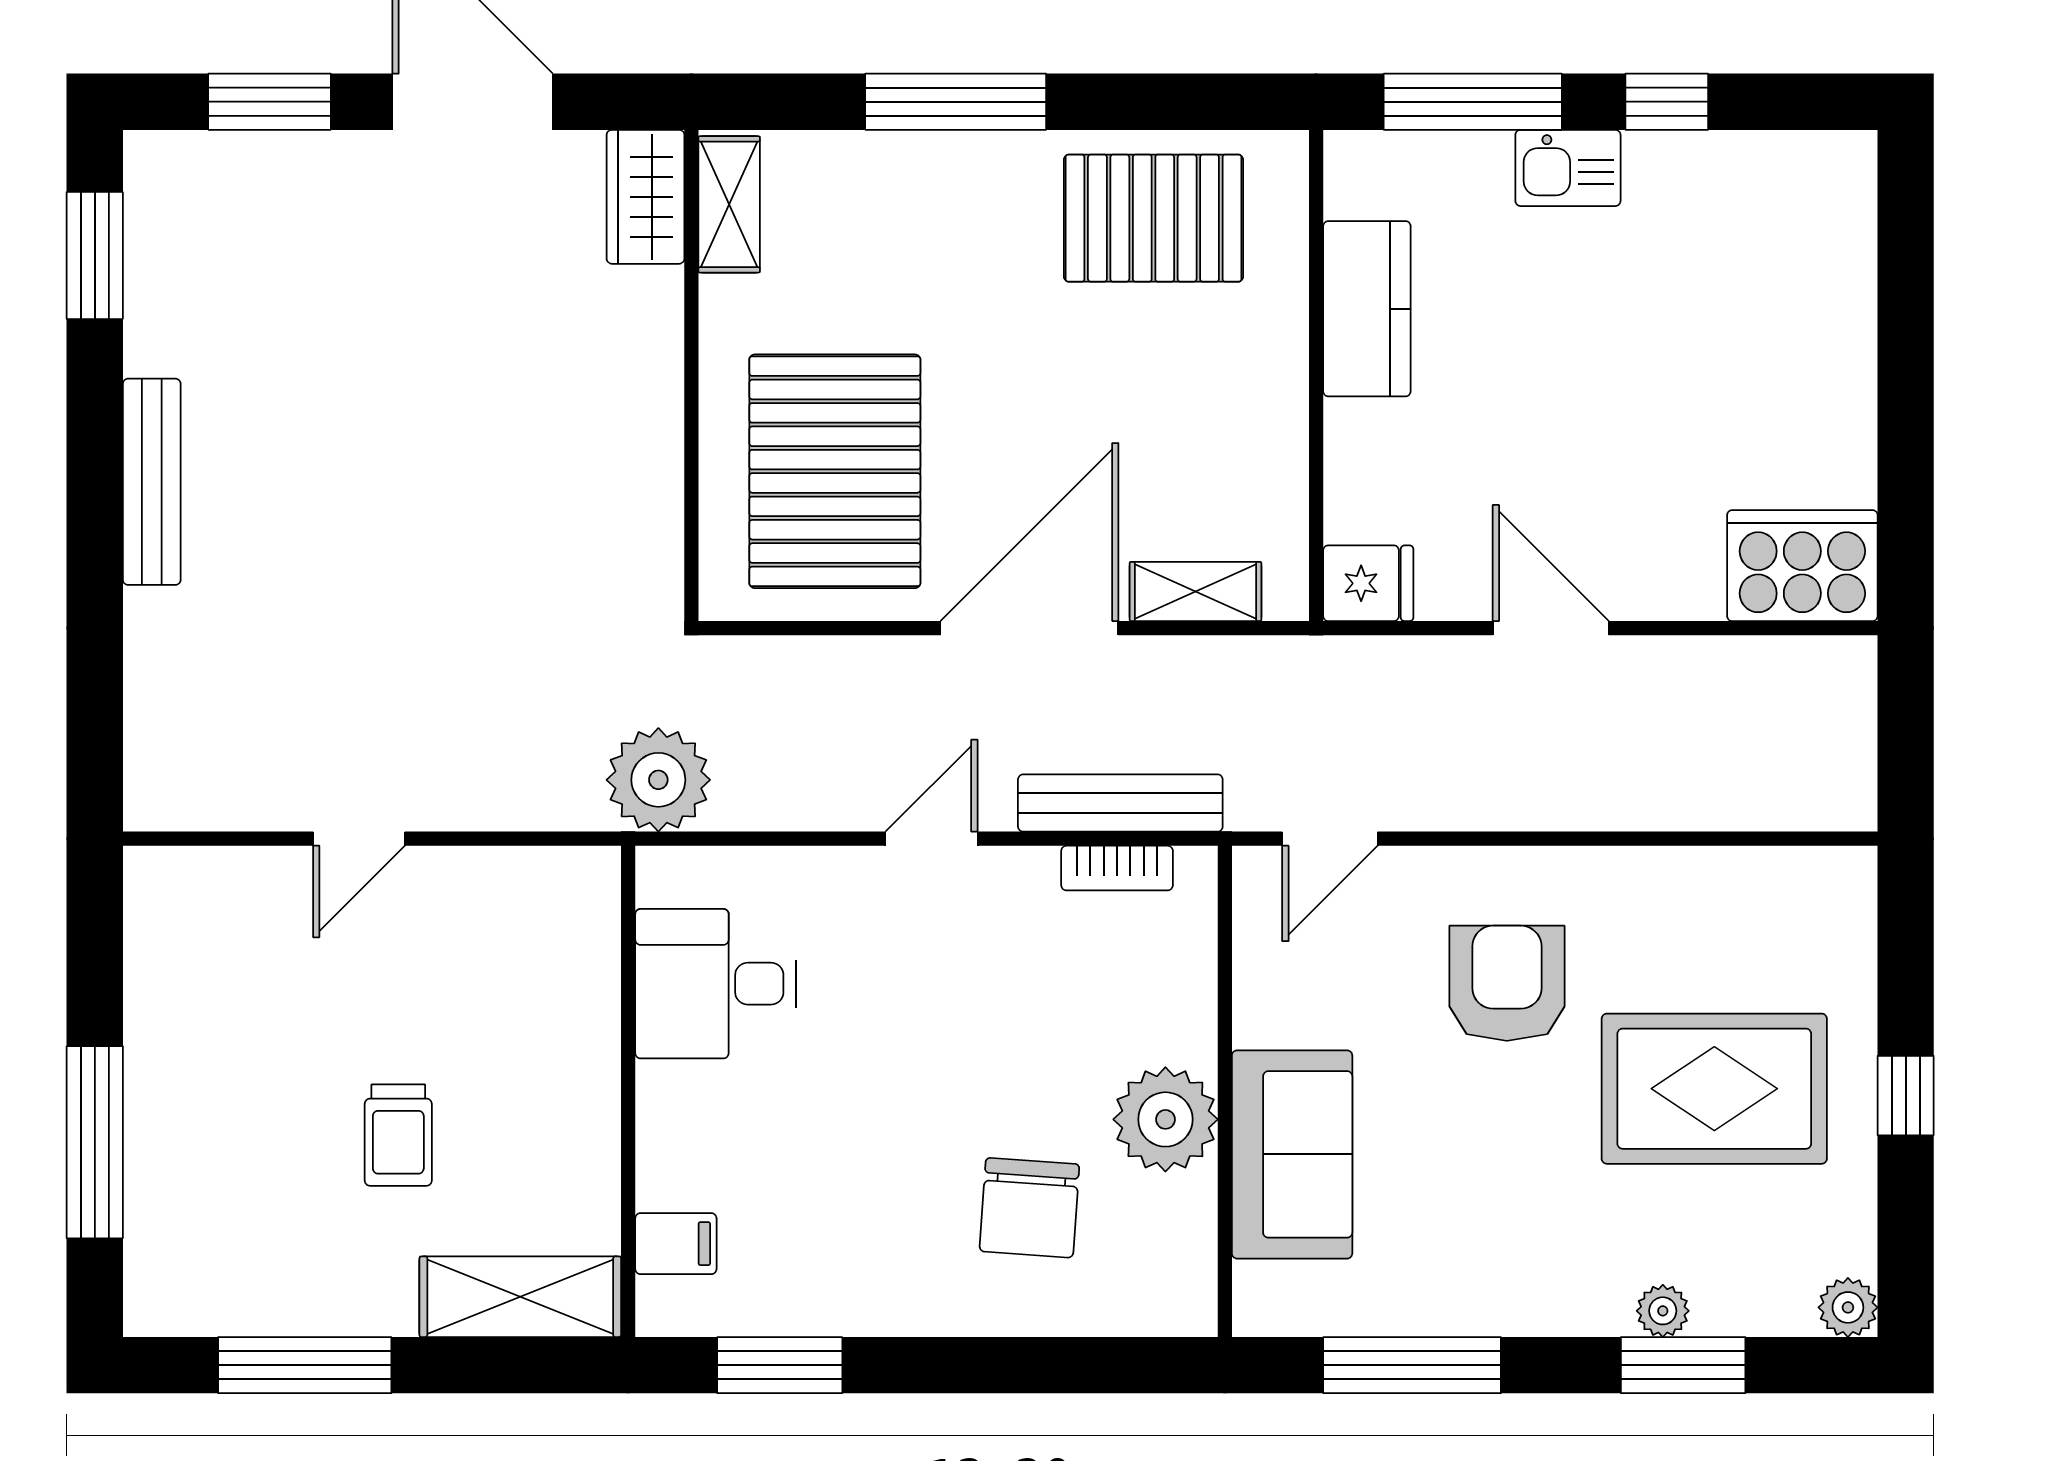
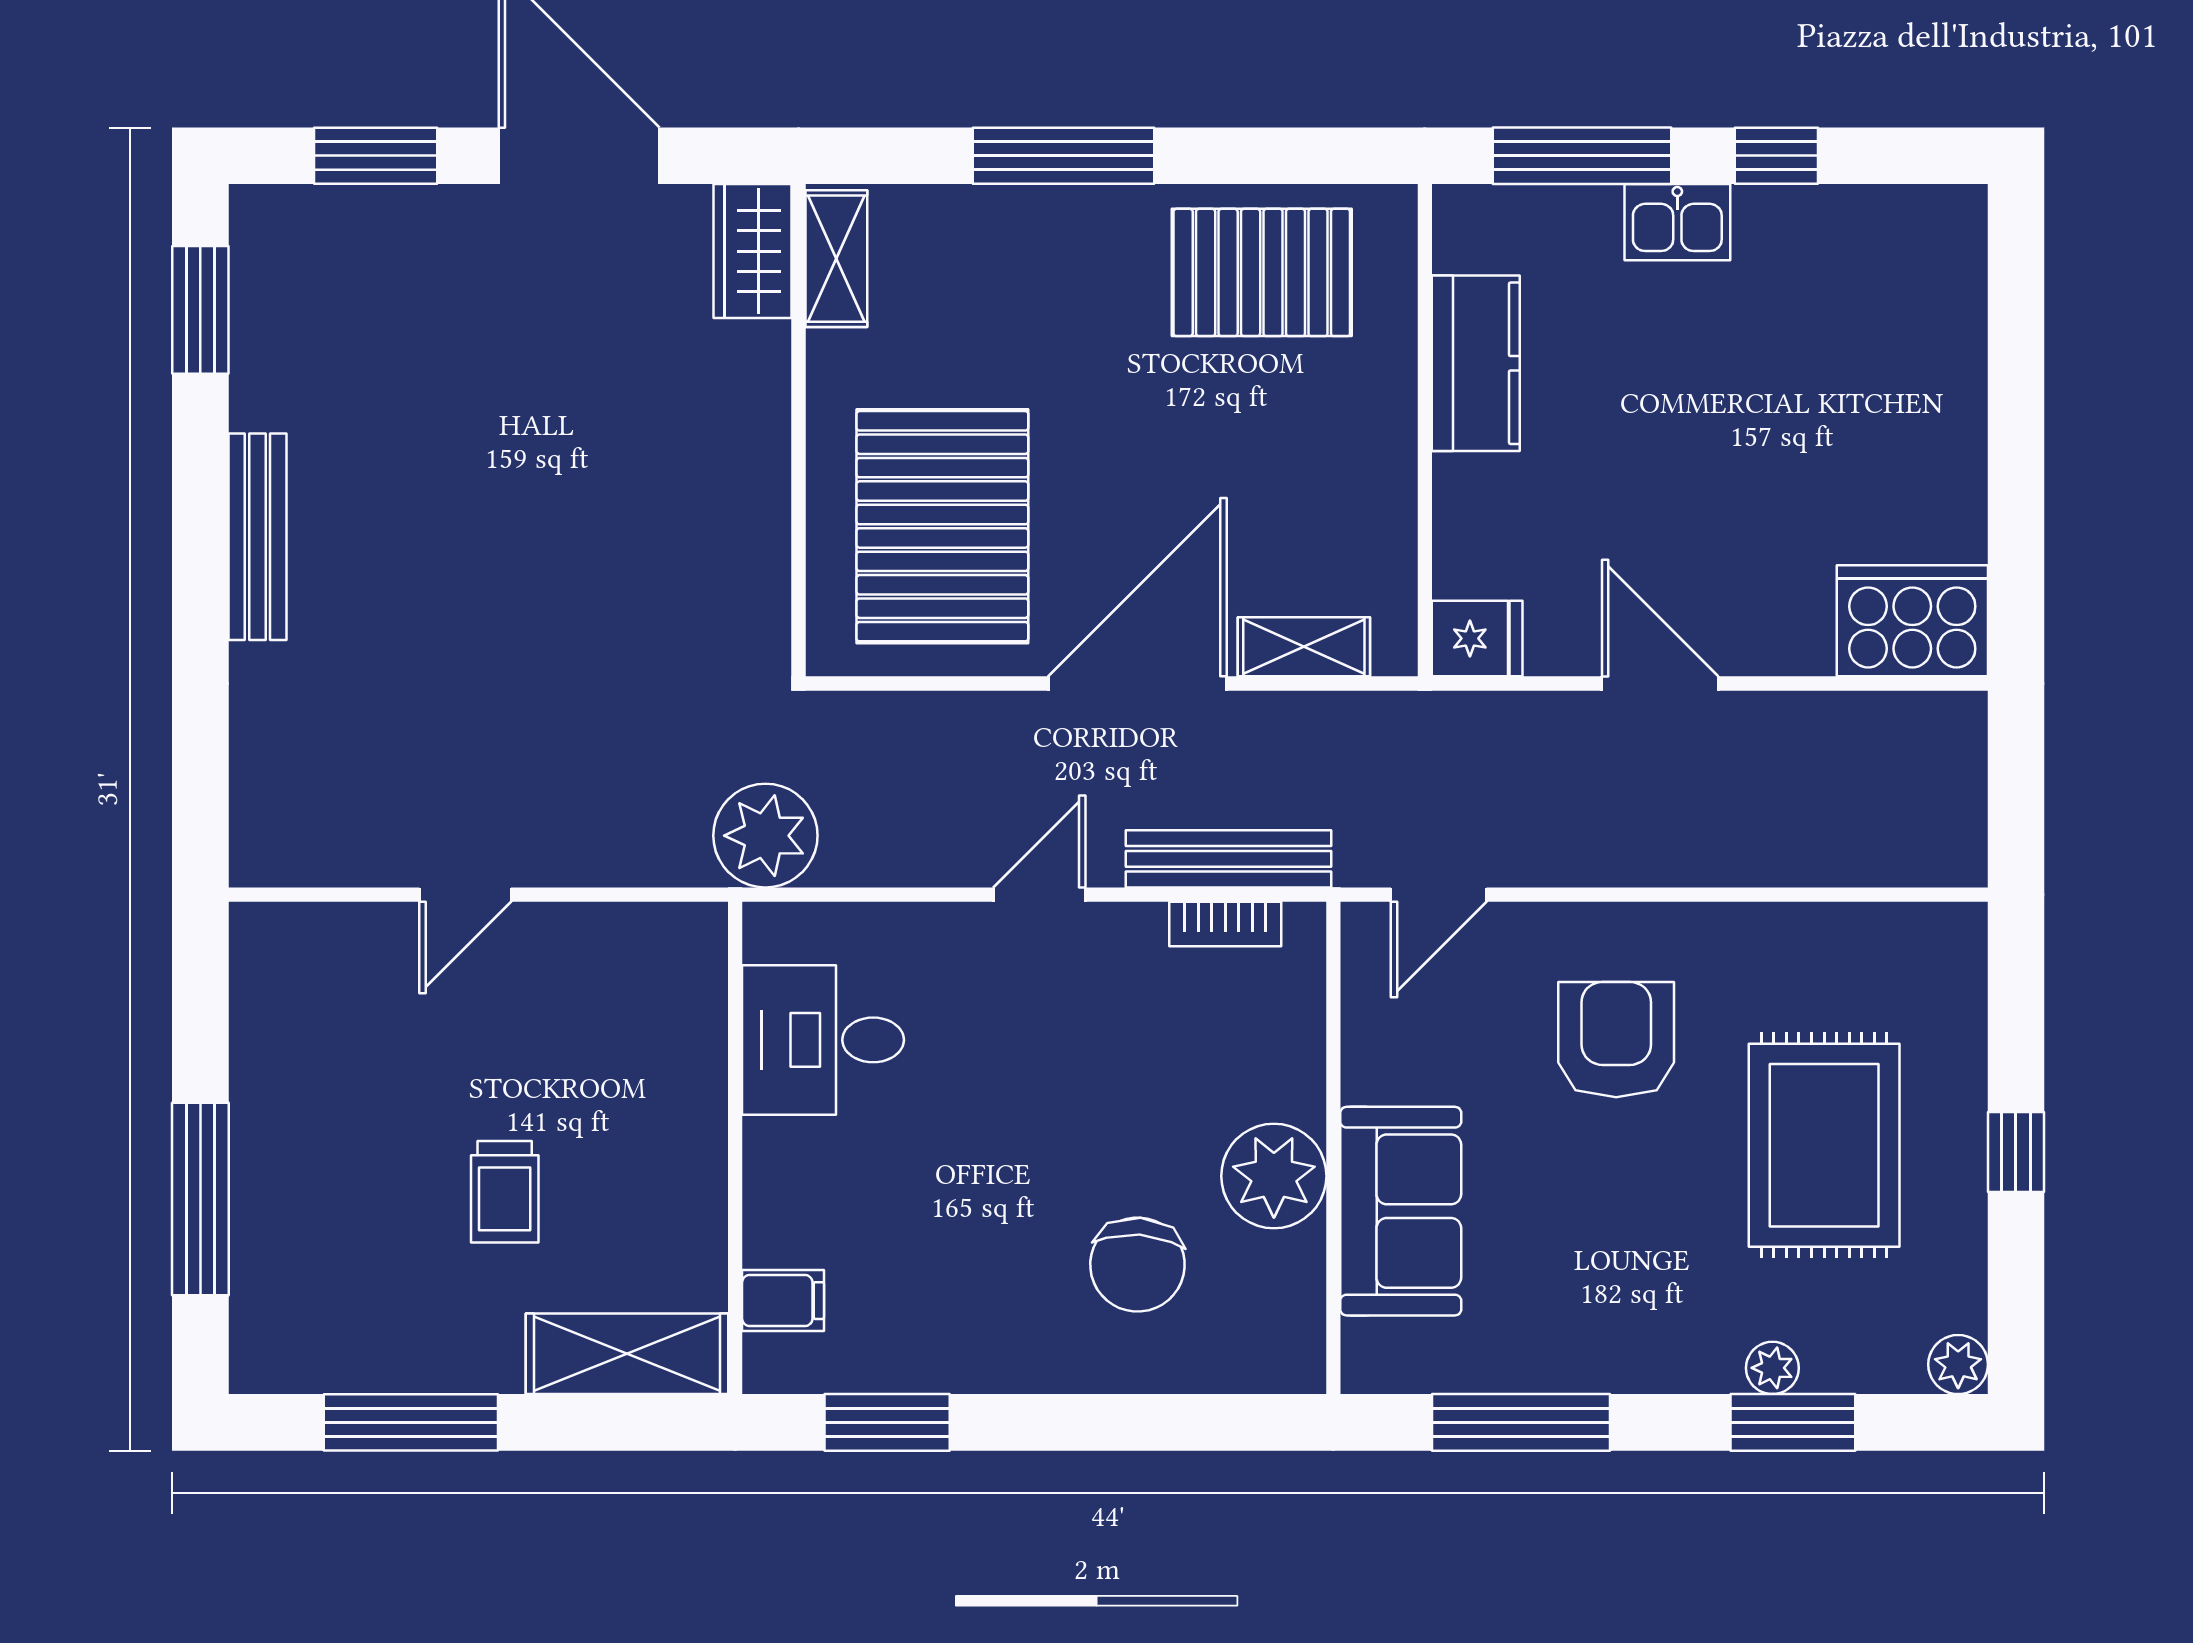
rug: (1714, 1089) -> (1824, 1145), turned 90

